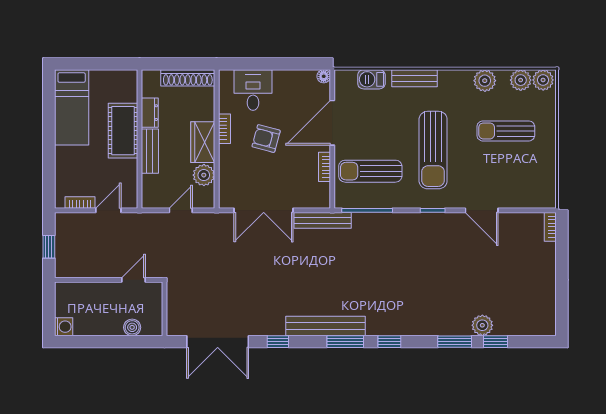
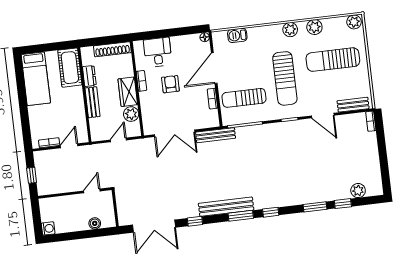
bench: (414, 78) -> (353, 105), moved
plant: (521, 80) -> (290, 30), moved
cot: (123, 131) -> (70, 68), moved
sun lounger: (506, 131) -> (333, 60), width x1.36, depth x1.34
armchair: (266, 139) -> (170, 84), turned 75
plant: (482, 325) -> (358, 191), moved

